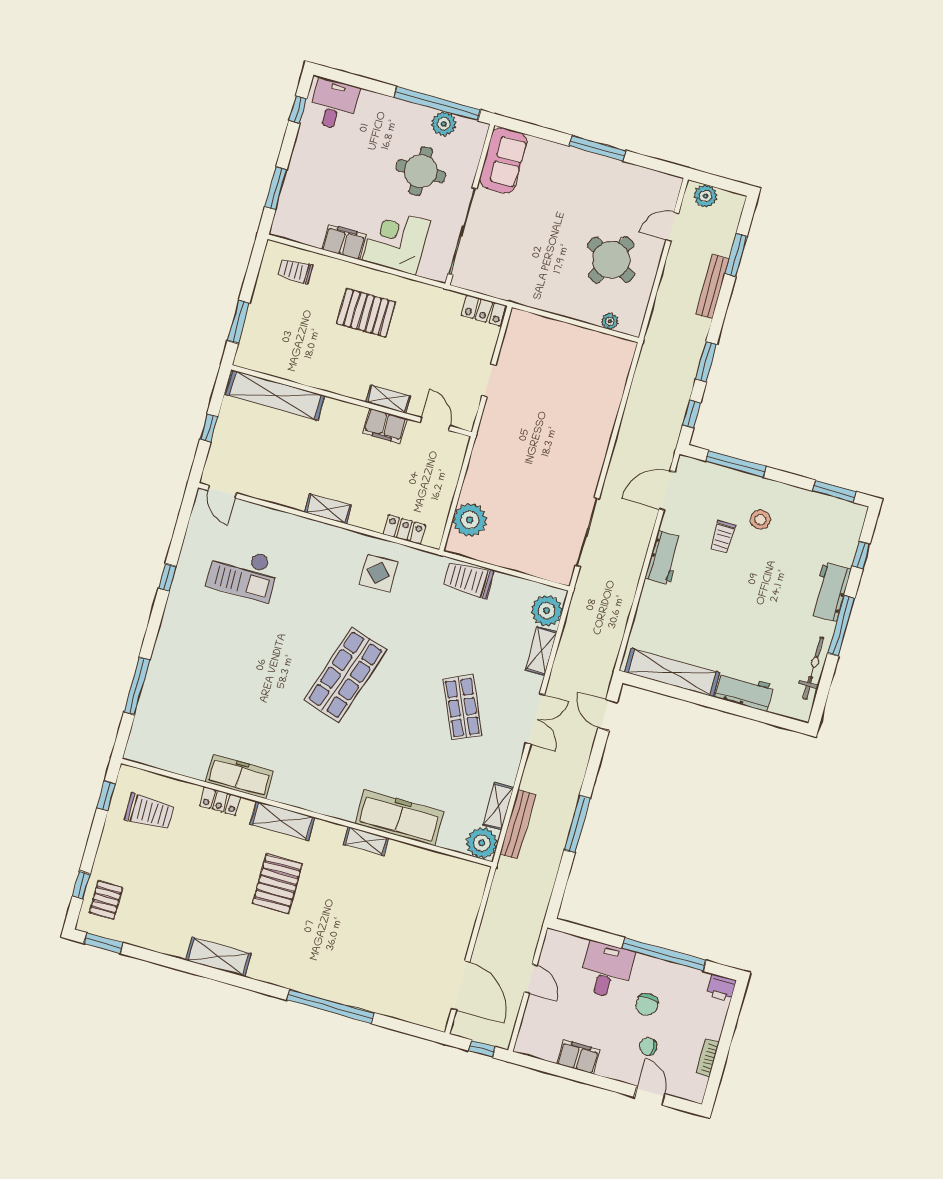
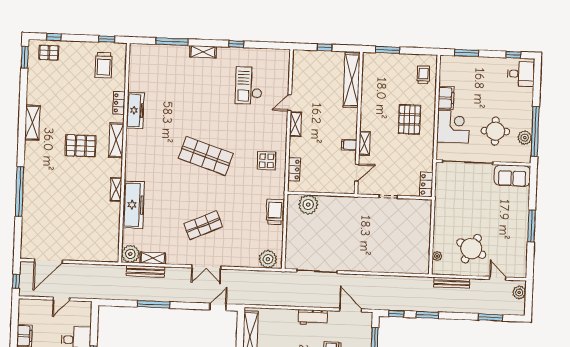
bench: (712, 287) -> (452, 283), moved
filing cabinet: (385, 426) -> (349, 145), width x0.50
door: (222, 492) -> (290, 103), moved
shelving: (541, 651) -> (203, 52), moved

